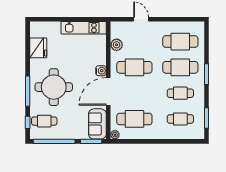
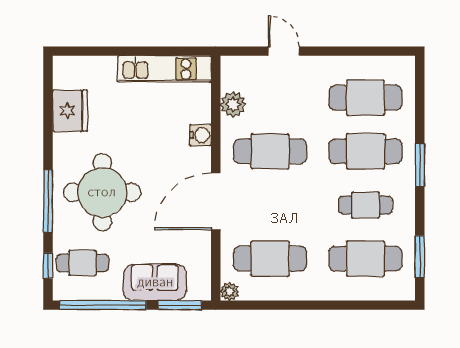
water cooler: (101, 71) -> (200, 135), moved
cafe table: (180, 119) -> (365, 259), width x1.37, depth x1.35
sofa: (97, 124) -> (155, 282), moved, turned 90

